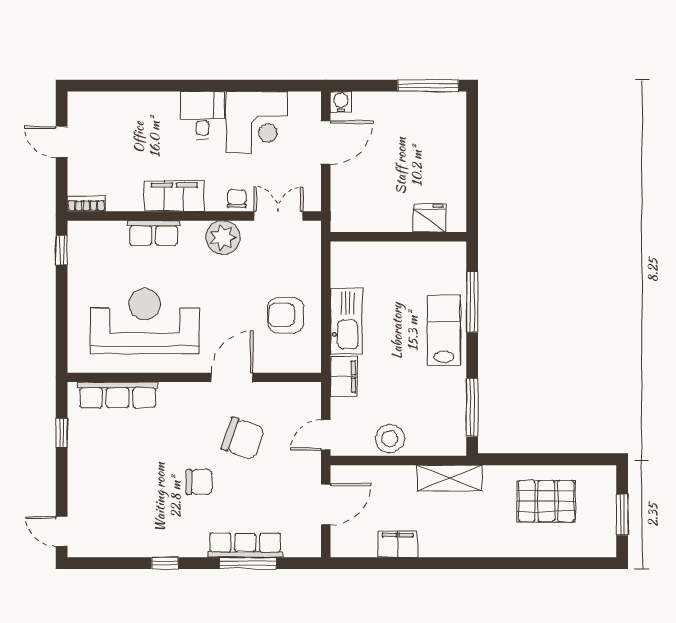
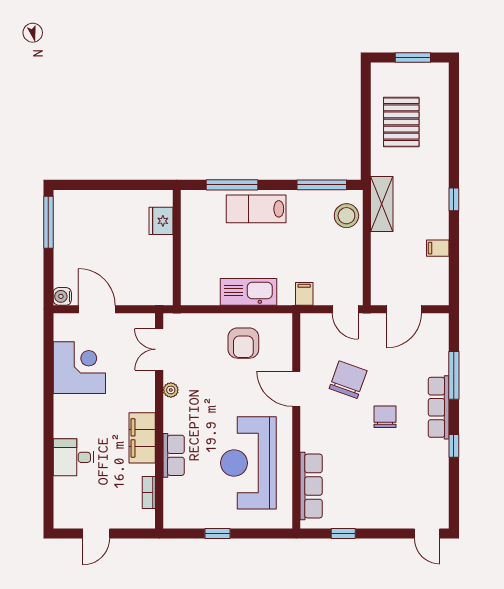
desk: (203, 115) -> (73, 457), moved
chair: (237, 199) -> (144, 385), removed
bookcase: (86, 204) -> (149, 493), moved
plant: (223, 238) -> (171, 390), width x0.53, depth x0.53
window: (62, 250) -> (217, 533), moved
filing cabinet: (344, 377) -> (304, 294), width x0.50
stool: (390, 439) -> (346, 216), moved
door: (326, 504) -> (404, 309), swing flipped
door: (62, 531) -> (427, 533), hinge flipped
filing cabinet: (398, 544) -> (438, 248), width x0.50
row of seats: (245, 545) -> (439, 407), moved
window: (455, 563) -> (454, 199), added

